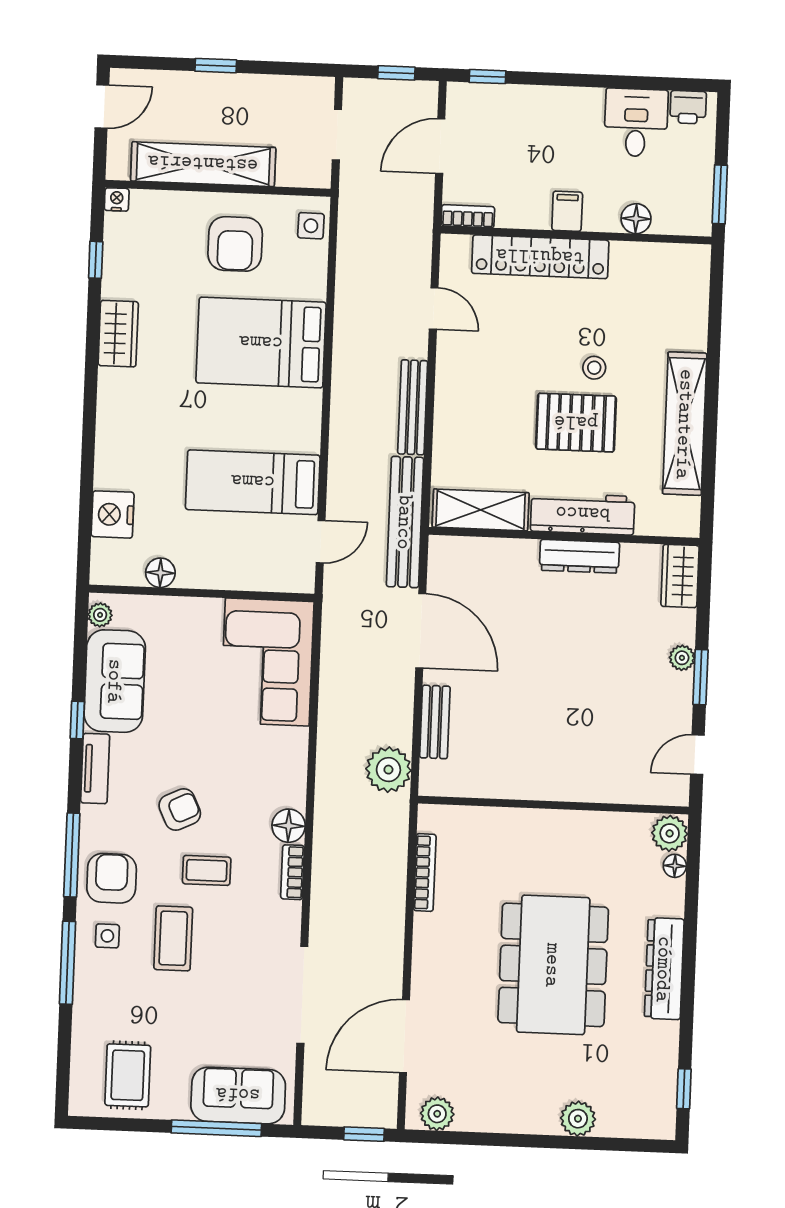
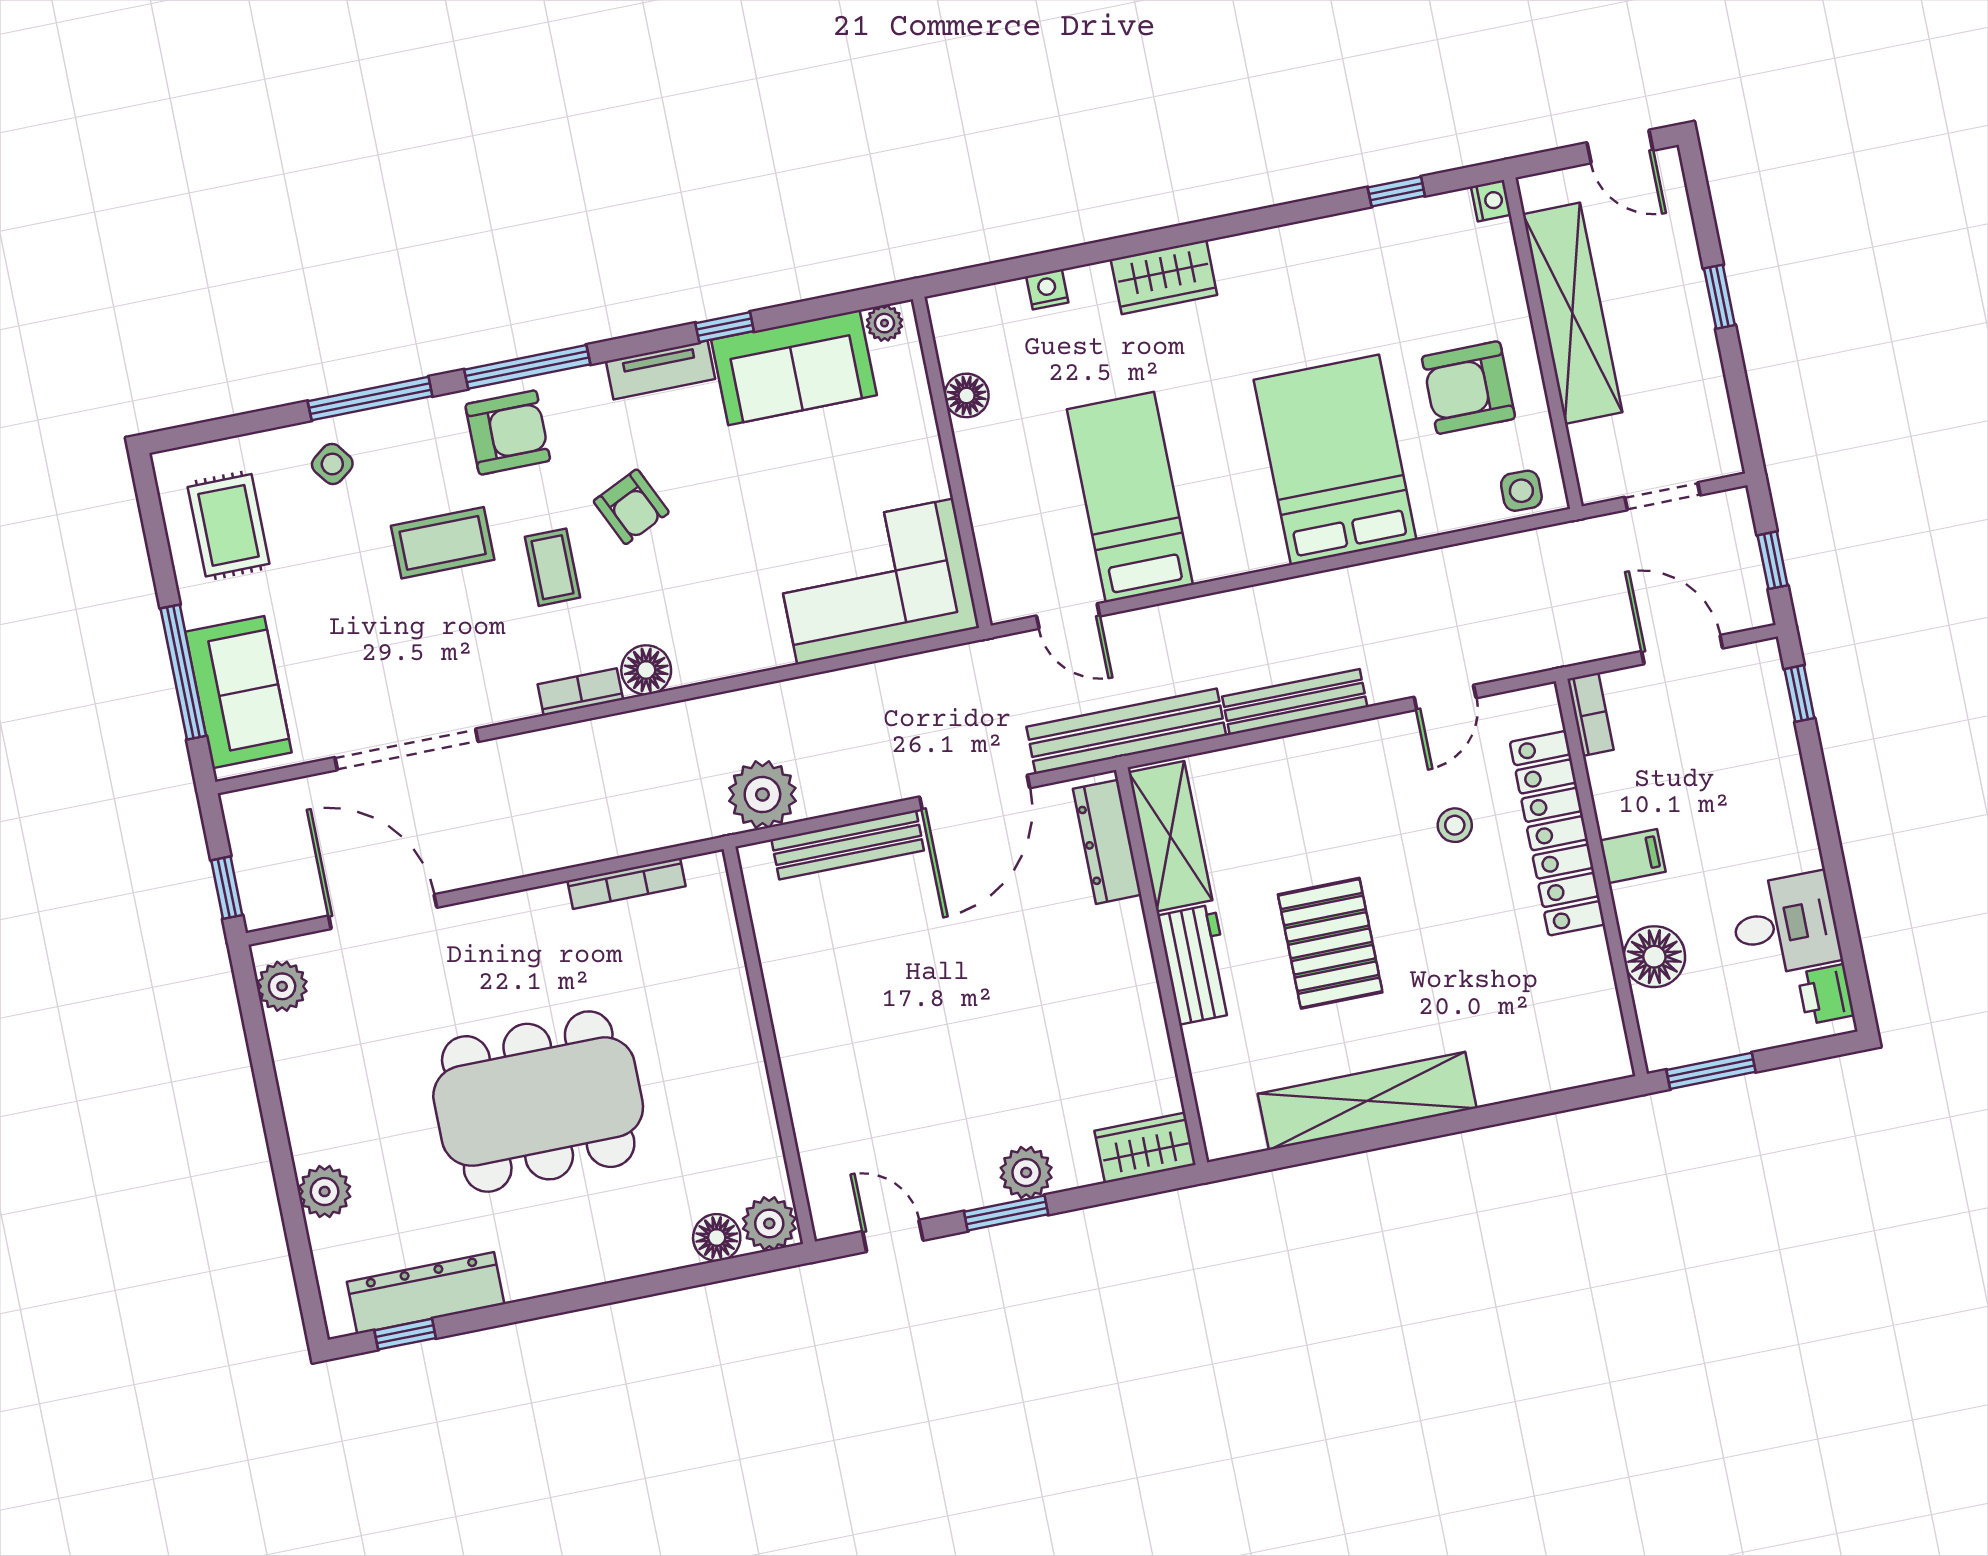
floor lamp: (636, 219) -> (1654, 957), width x1.38, depth x1.38
wardrobe: (118, 334) -> (1164, 277), moved
stool: (594, 368) -> (1455, 825), moved
nightstand: (113, 514) -> (1047, 289), width x0.53, depth x0.56
workbench: (583, 514) -> (1197, 964), width x0.73
dresser: (580, 556) -> (1107, 842), moved
plant: (682, 658) -> (1026, 1173), width x1.38, depth x1.38
bench: (435, 722) -> (848, 845), width x1.36
floor lamp: (675, 866) -> (717, 1237), width x1.37, depth x1.37
side table: (107, 936) -> (332, 464), moved, turned -37
dresser: (664, 969) -> (426, 1293), moved
rug: (128, 1075) -> (229, 525), turned 90

